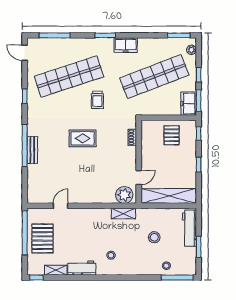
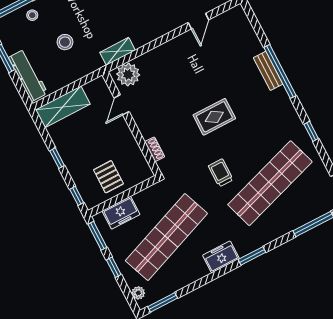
freezer: (189, 104) -> (121, 213), moved, turned 90
shelving: (169, 196) -> (63, 107), width x0.68

